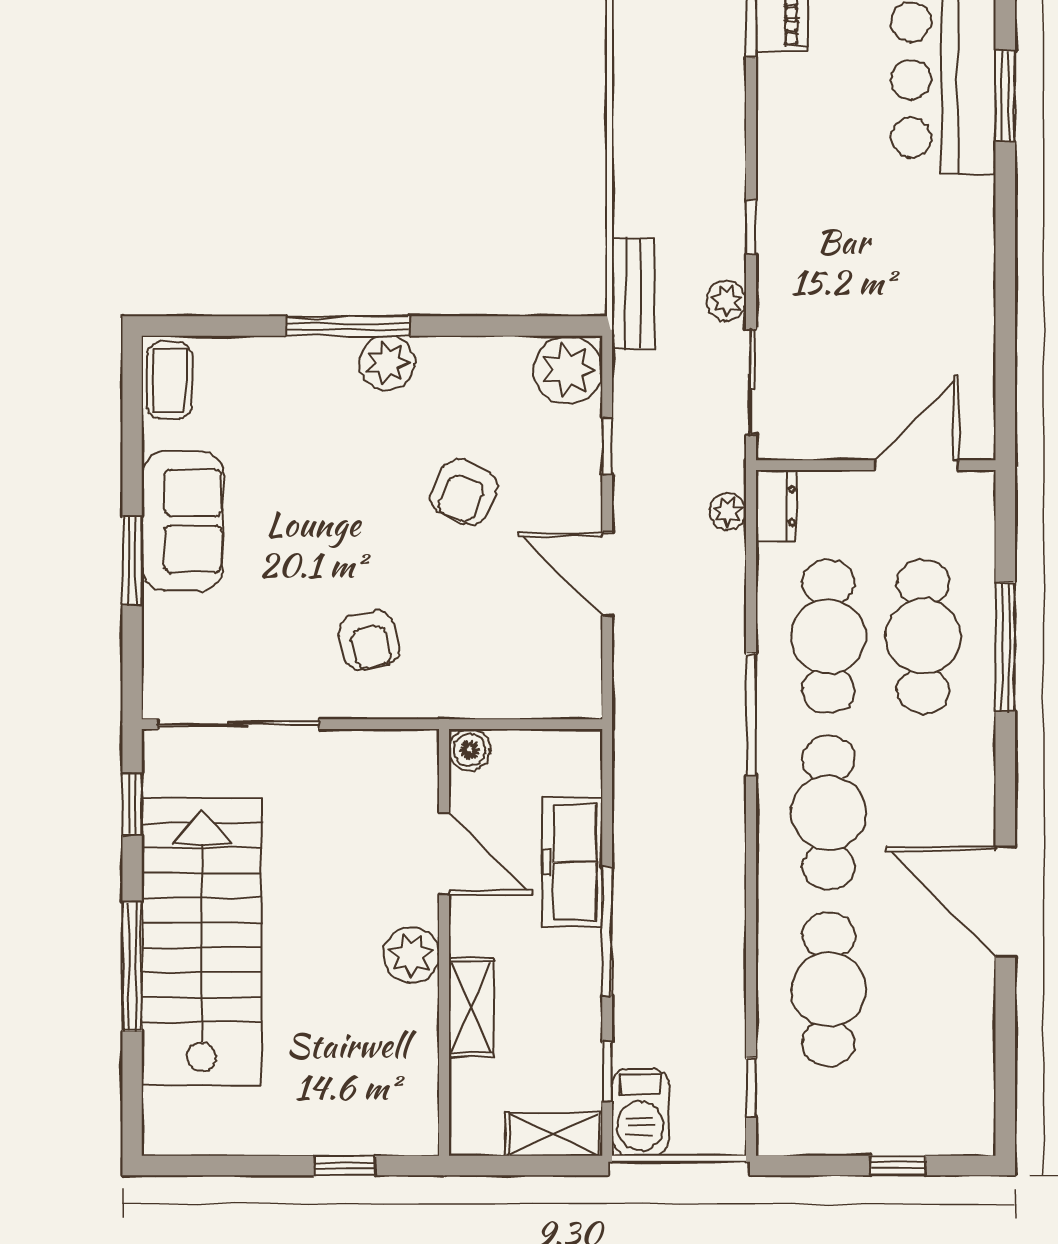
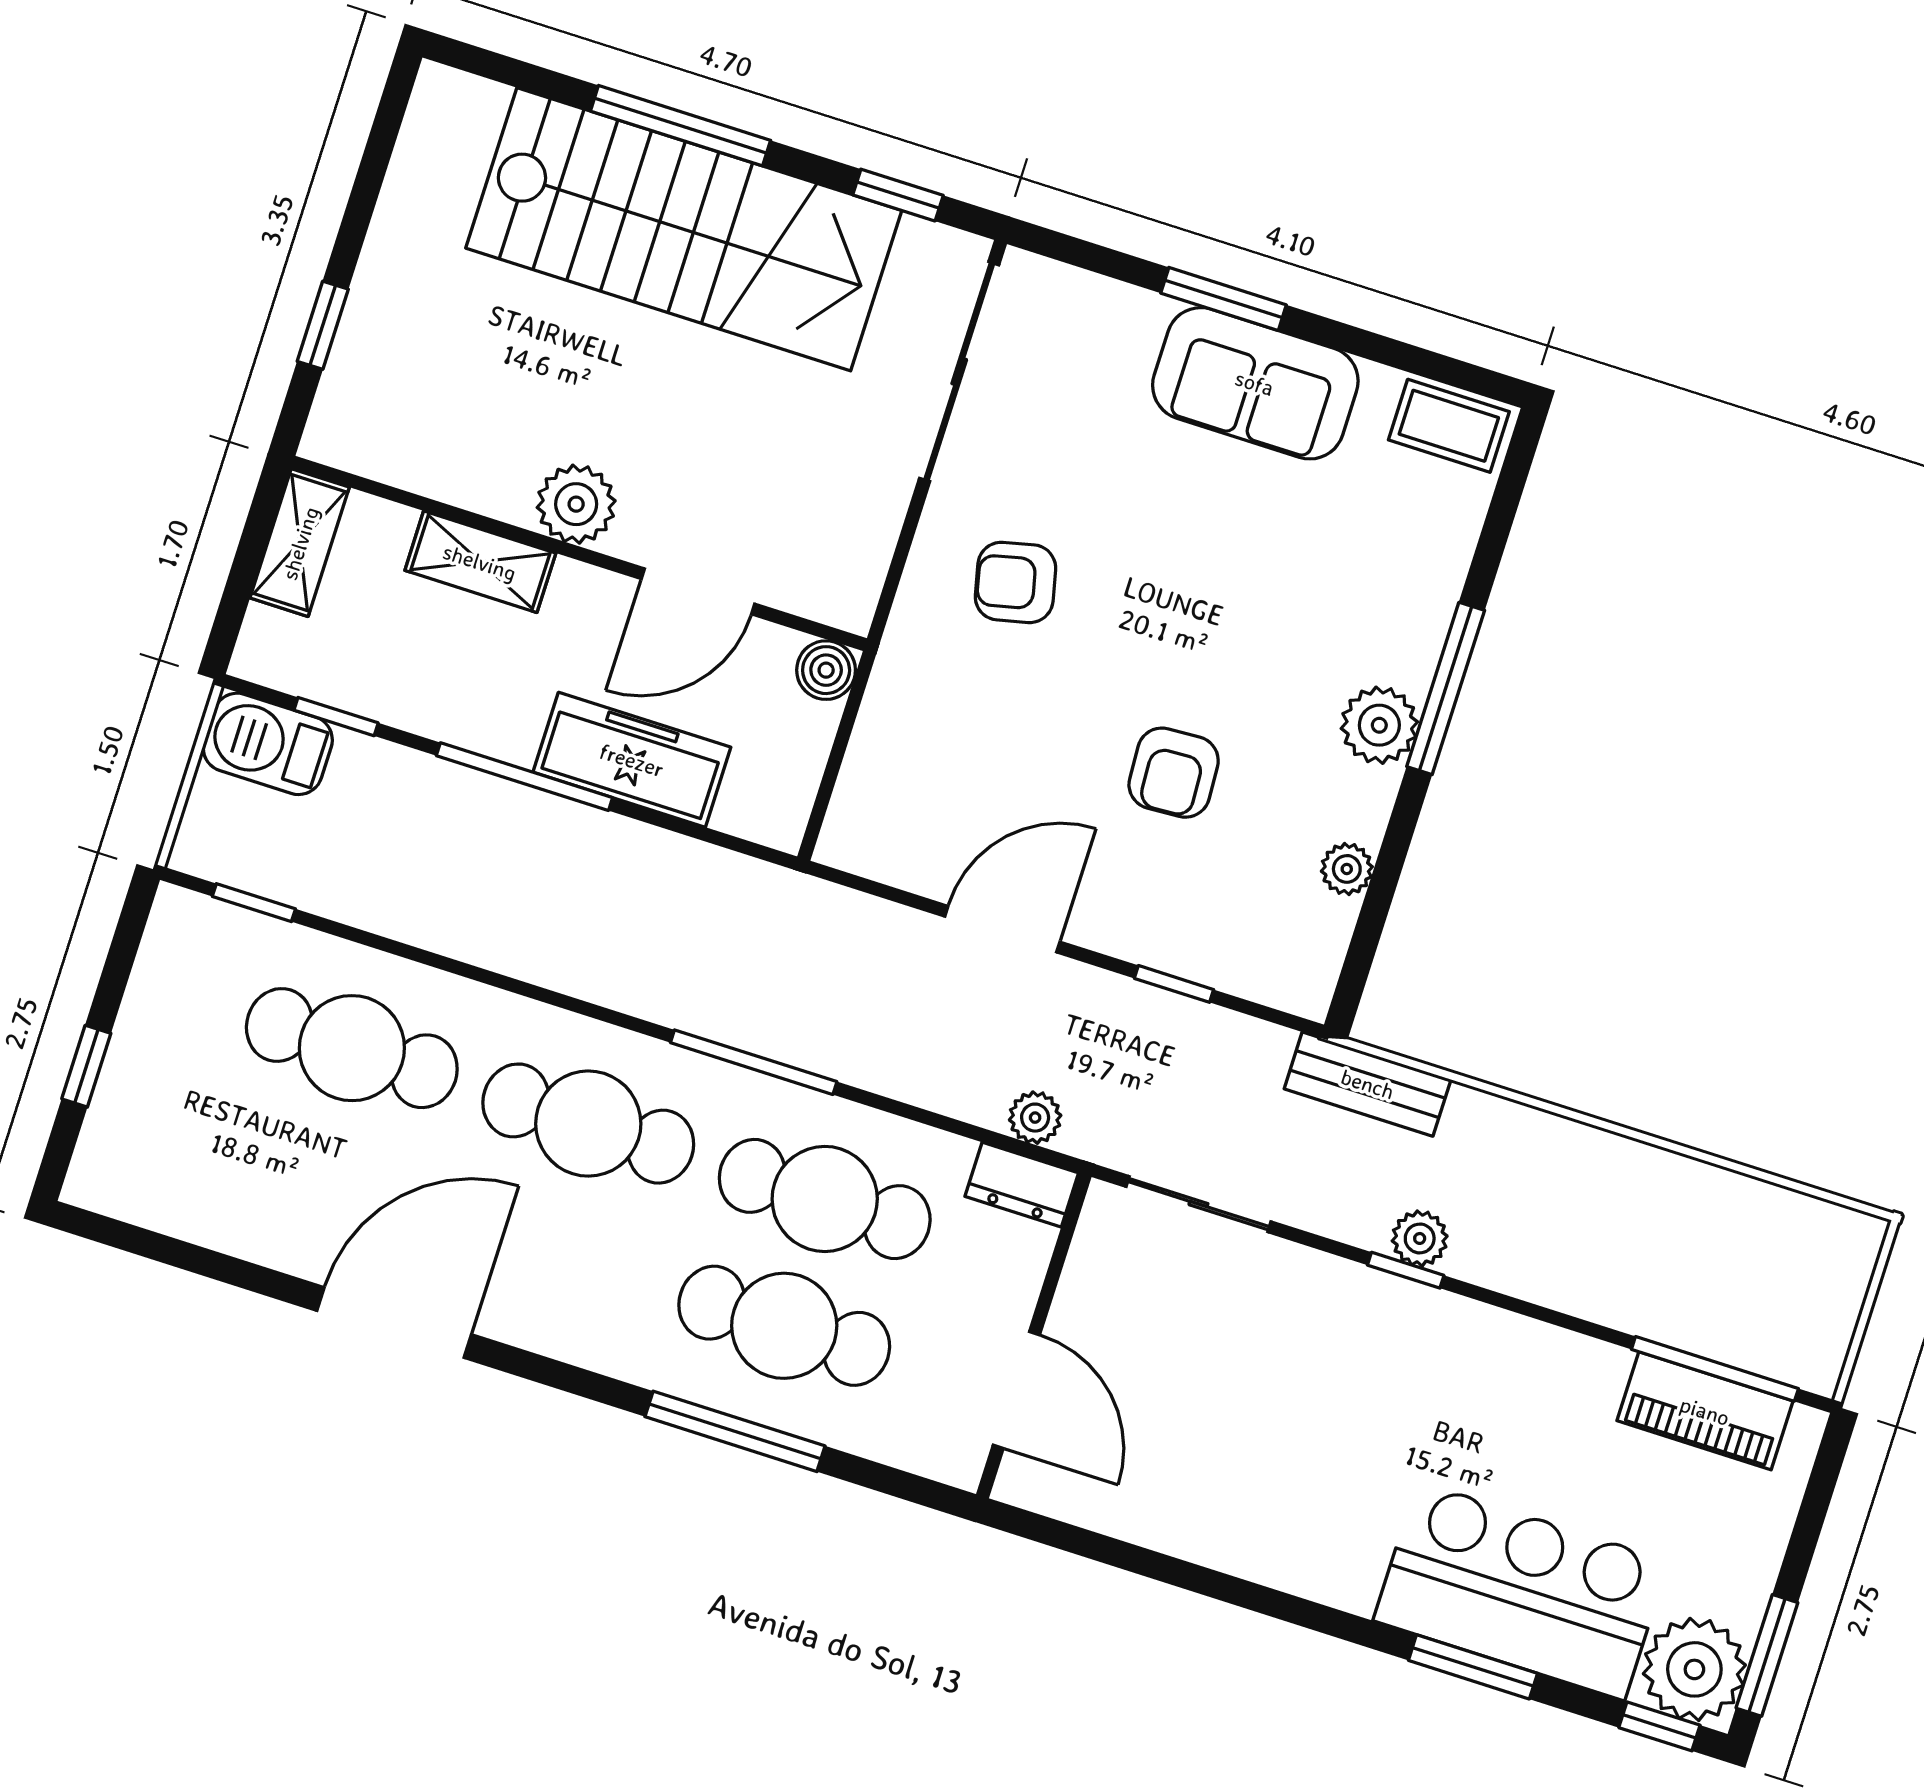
plant: (726, 301) -> (1420, 1238), moved
plant: (568, 370) -> (1347, 869), moved, width x0.53, depth x0.53
armchair: (464, 492) -> (1174, 773), turned -119
shelving: (554, 1134) -> (300, 543), moved

